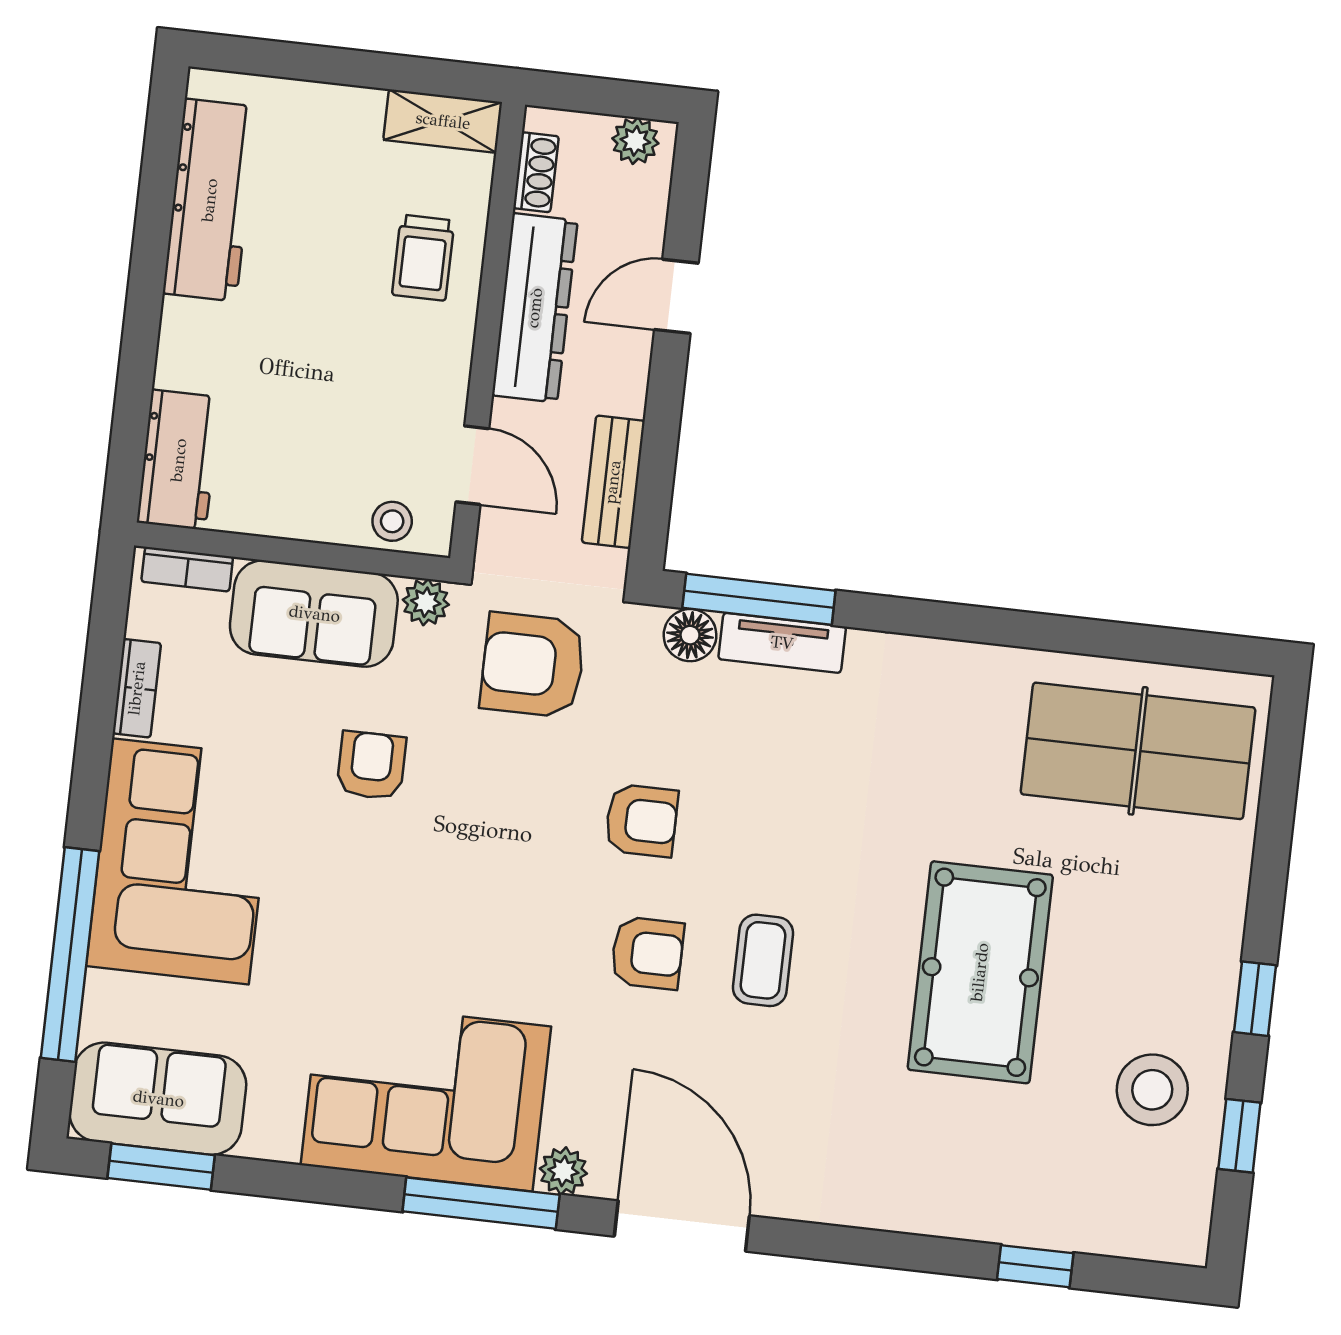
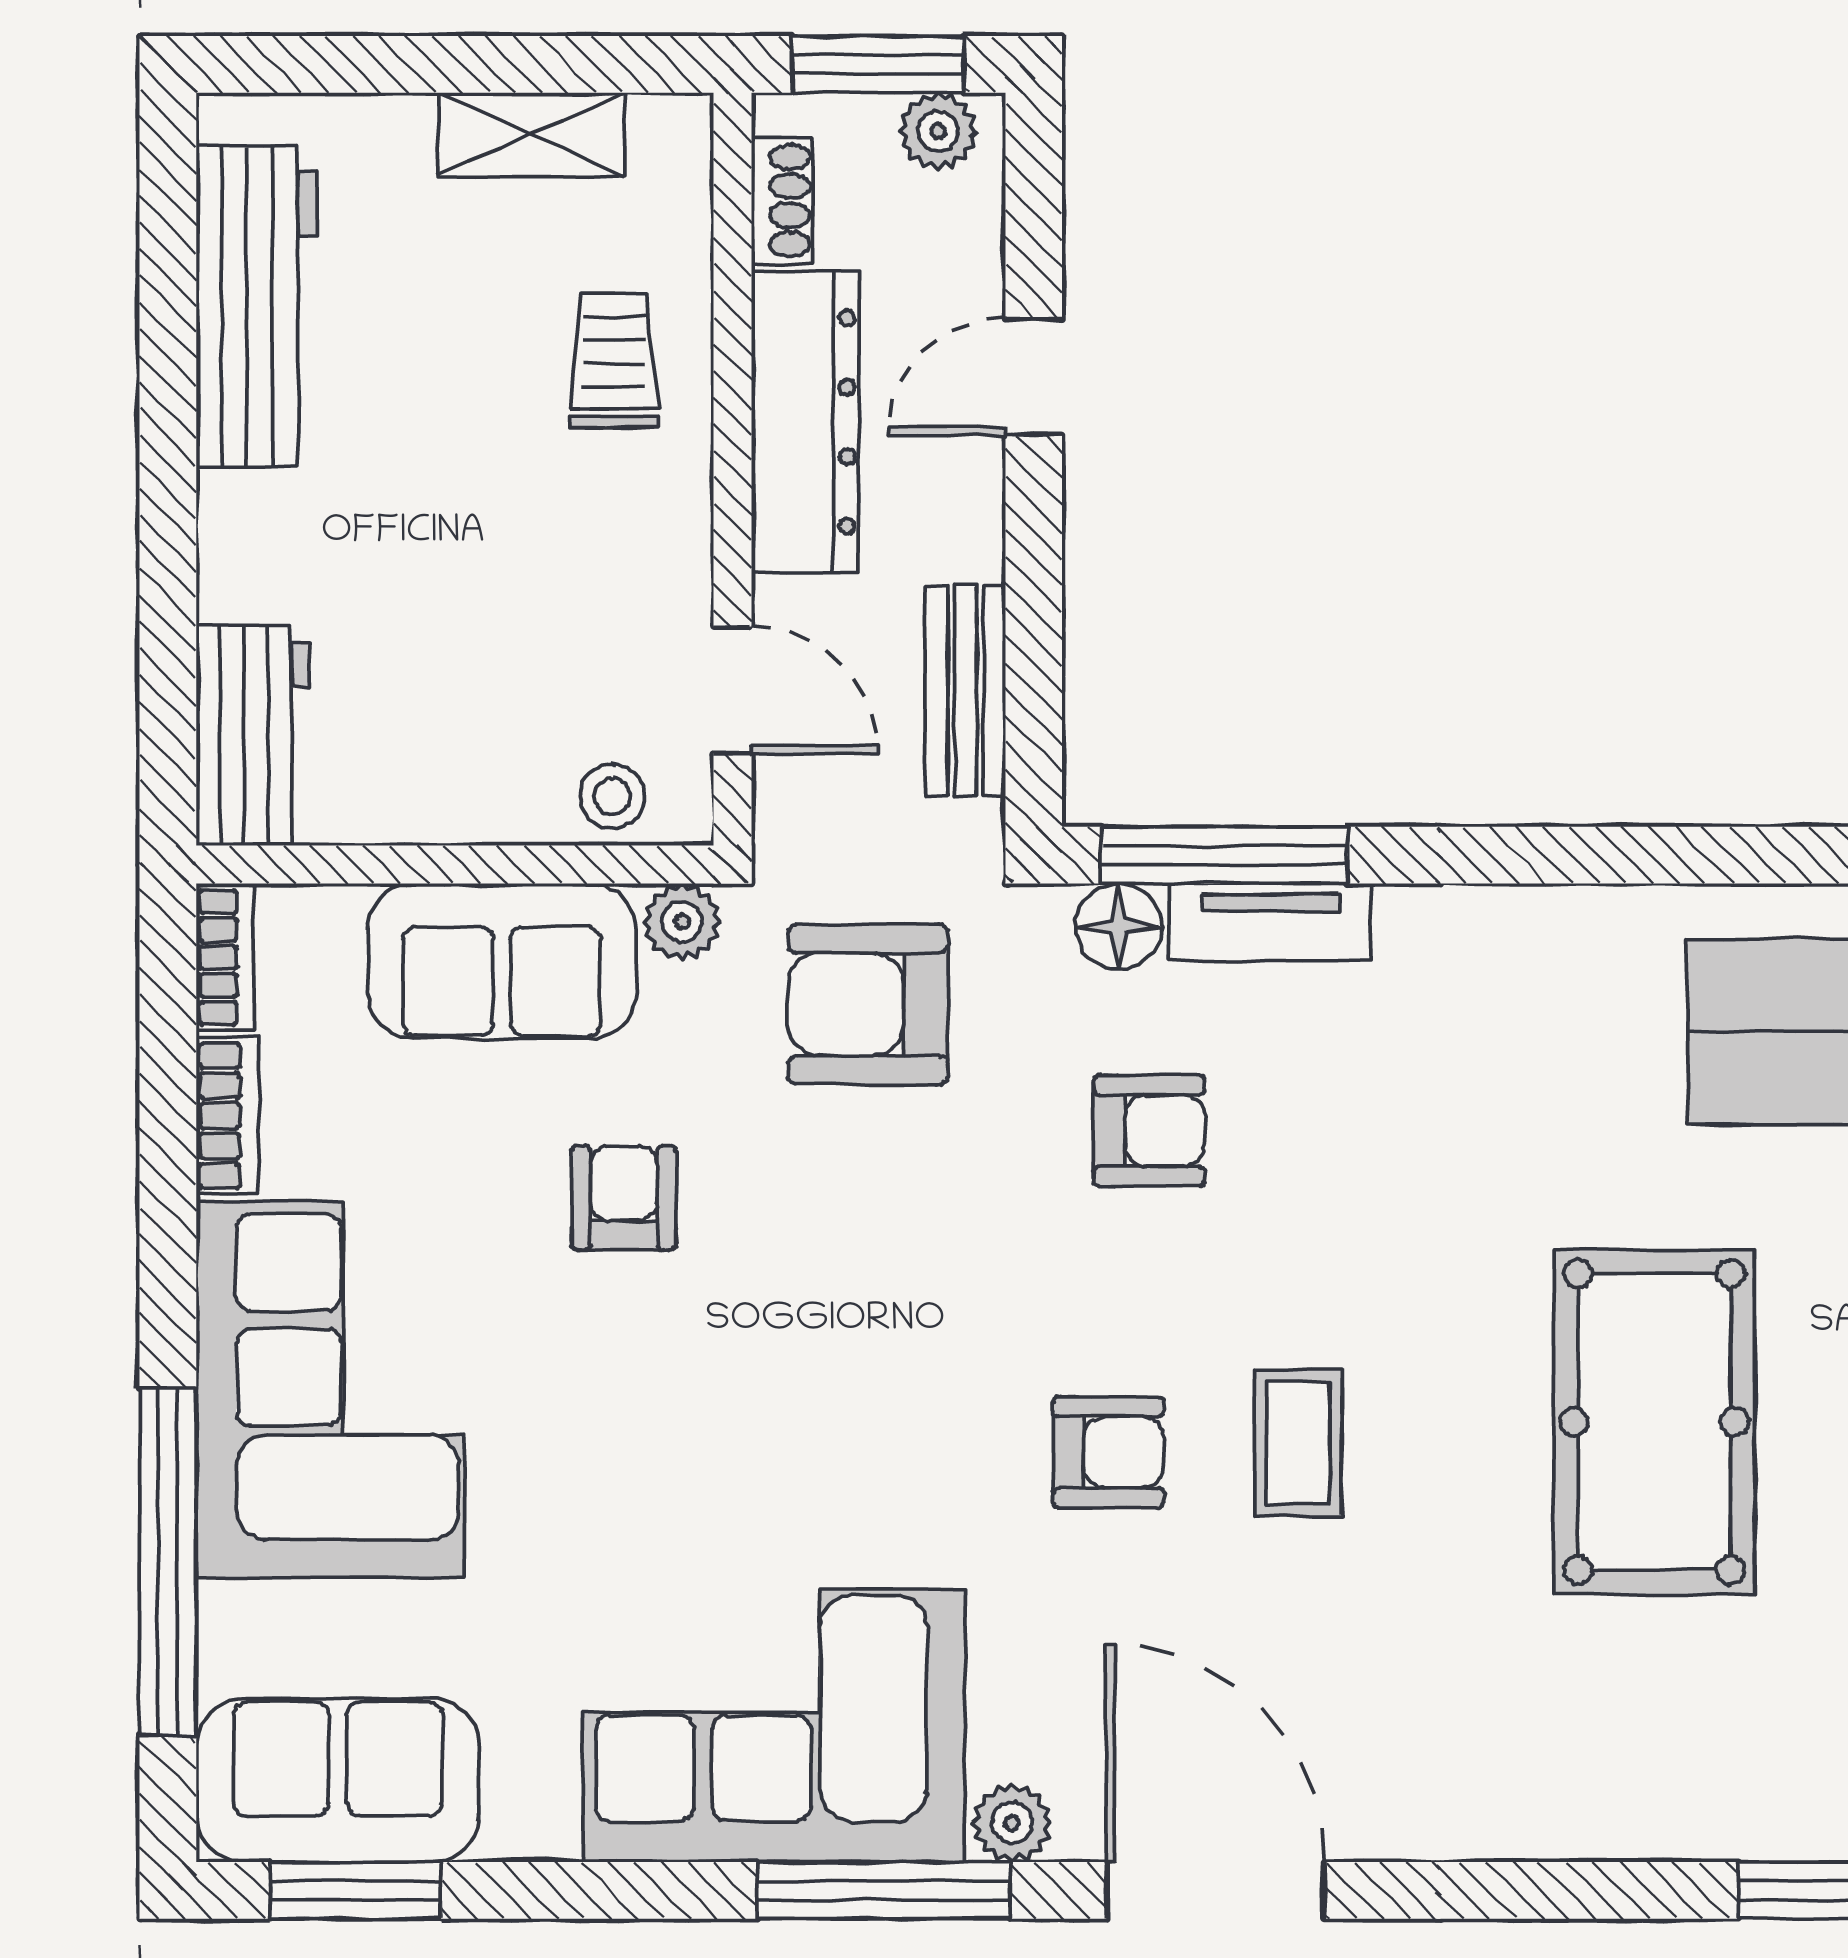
window: (604, 96) -> (878, 64), added
shelving: (443, 121) -> (531, 135), moved
trolley: (423, 258) -> (614, 361), turned 180
bookcase: (187, 569) -> (225, 957), moved, turned -90
armchair: (641, 820) -> (1149, 1131), moved

